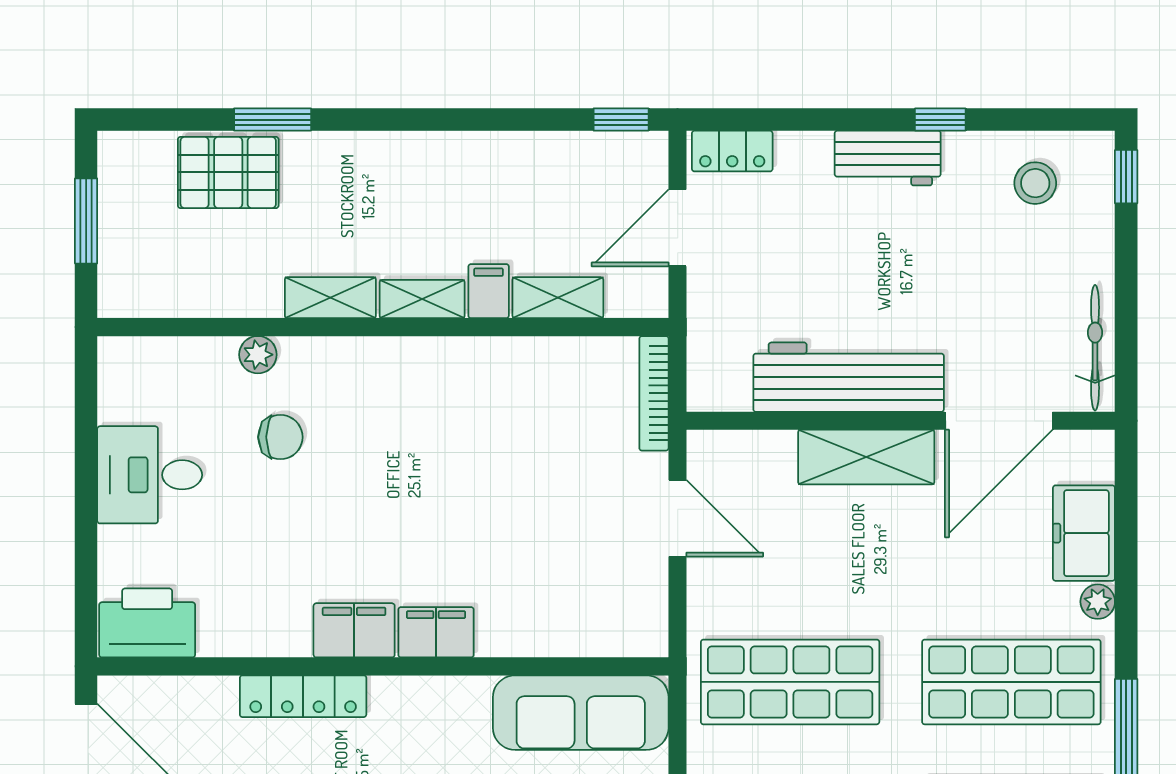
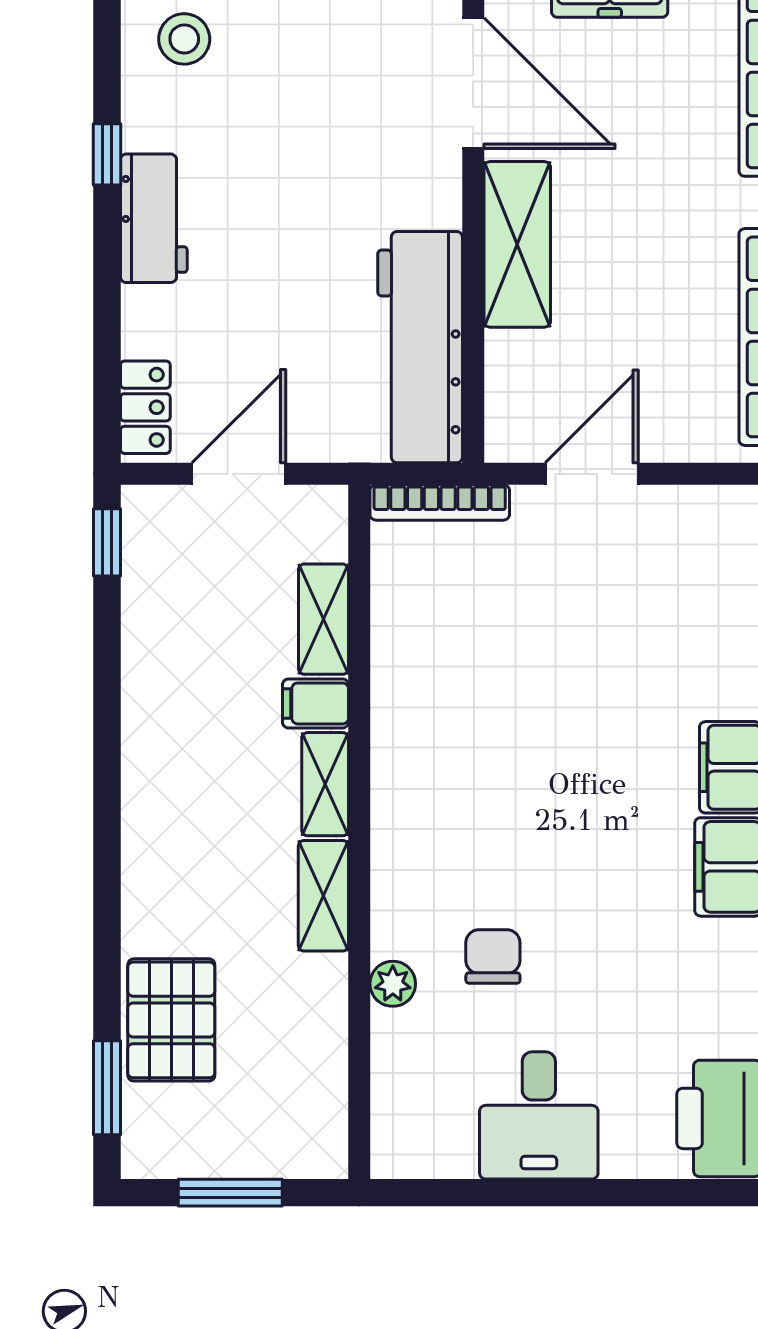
window: (273, 120) -> (107, 1088), moved
door: (678, 228) -> (239, 474), swing flipped
workbench: (849, 377) -> (420, 347), moved

